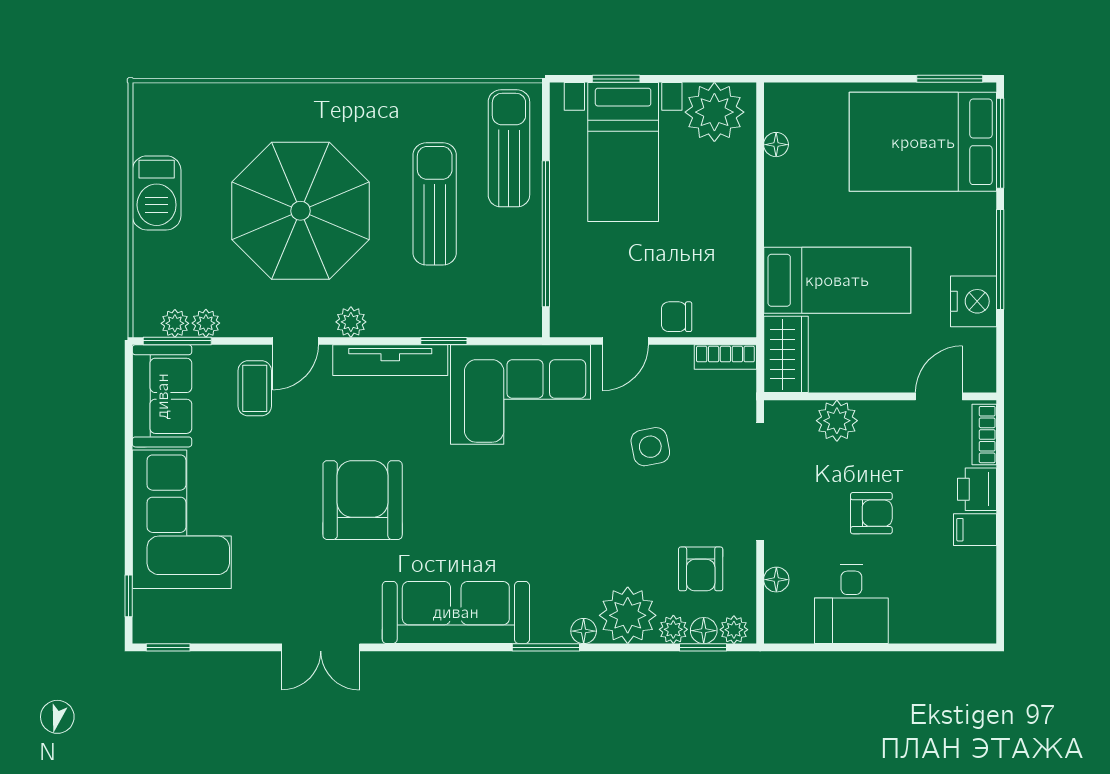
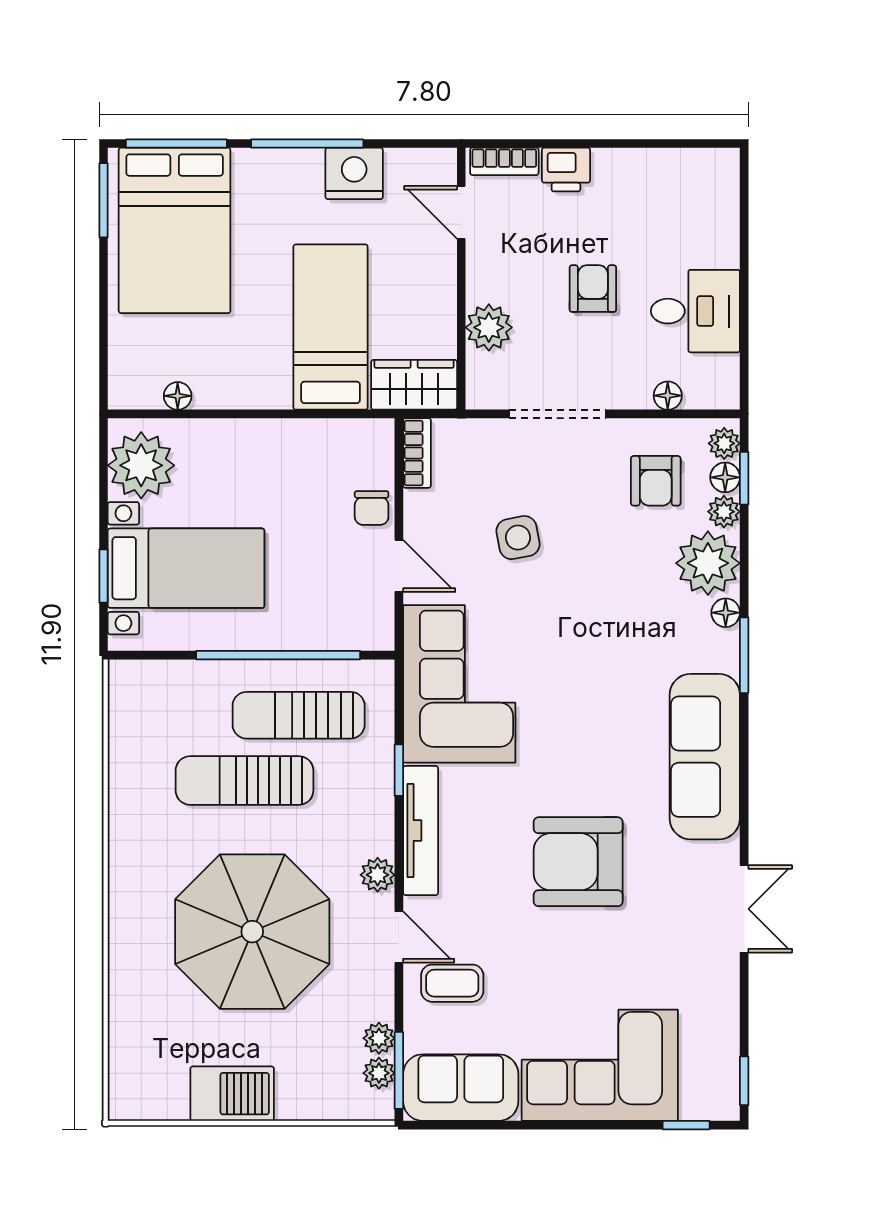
sun lounger: (509, 148) -> (299, 715), moved
doorway: (760, 482) -> (558, 414), width x0.73
filing cabinet: (975, 530) -> (611, 172), removed
armchair: (701, 569) -> (656, 481), turned 90

